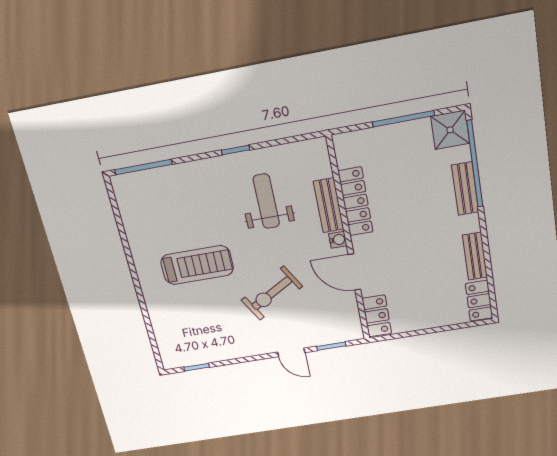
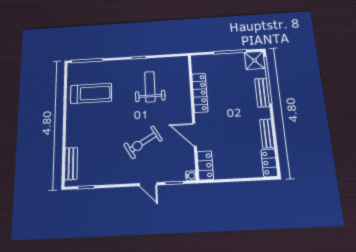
bench: (329, 205) -> (71, 164), moved
water cooler: (338, 240) -> (191, 176), moved
treadmill: (197, 265) -> (91, 93), moved

